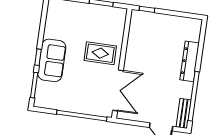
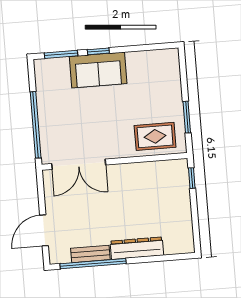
rug: (100, 53) -> (155, 136), moved, turned 90
bench: (184, 113) -> (90, 254), moved

